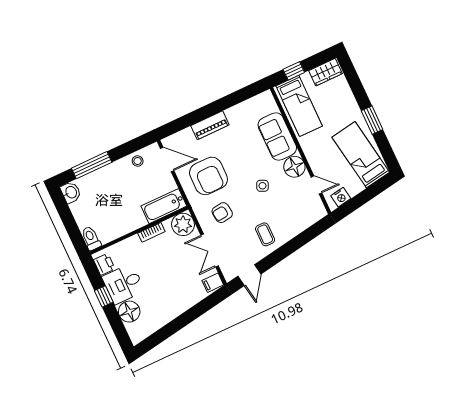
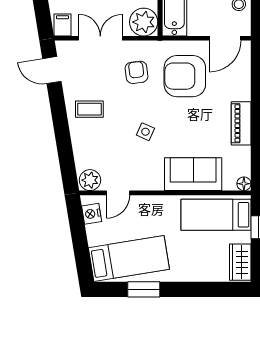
window: (372, 120) -> (144, 289), moved
piano: (210, 125) -> (241, 123), moved
floor lamp: (294, 167) -> (244, 184), moved, width x0.53, depth x0.53
plant: (317, 210) -> (90, 180), added

